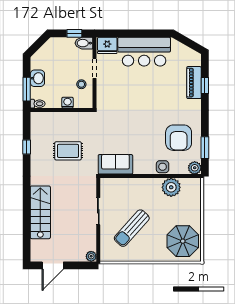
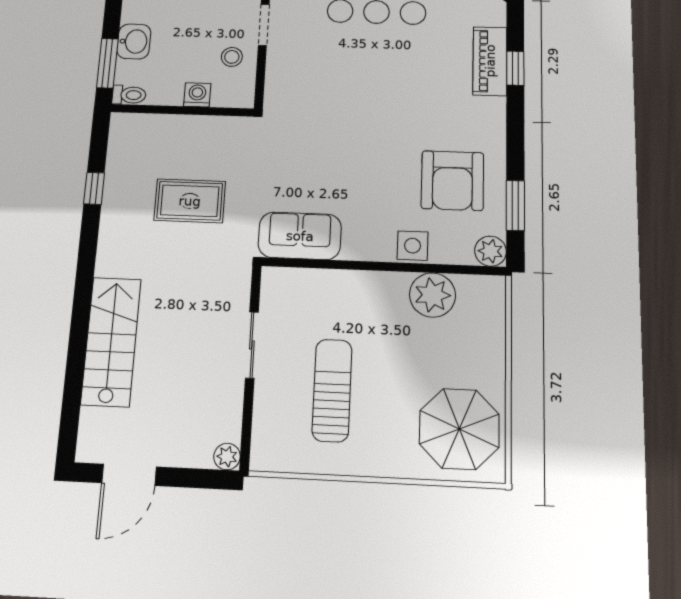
sun lounger: (132, 228) -> (332, 390), turned 138

